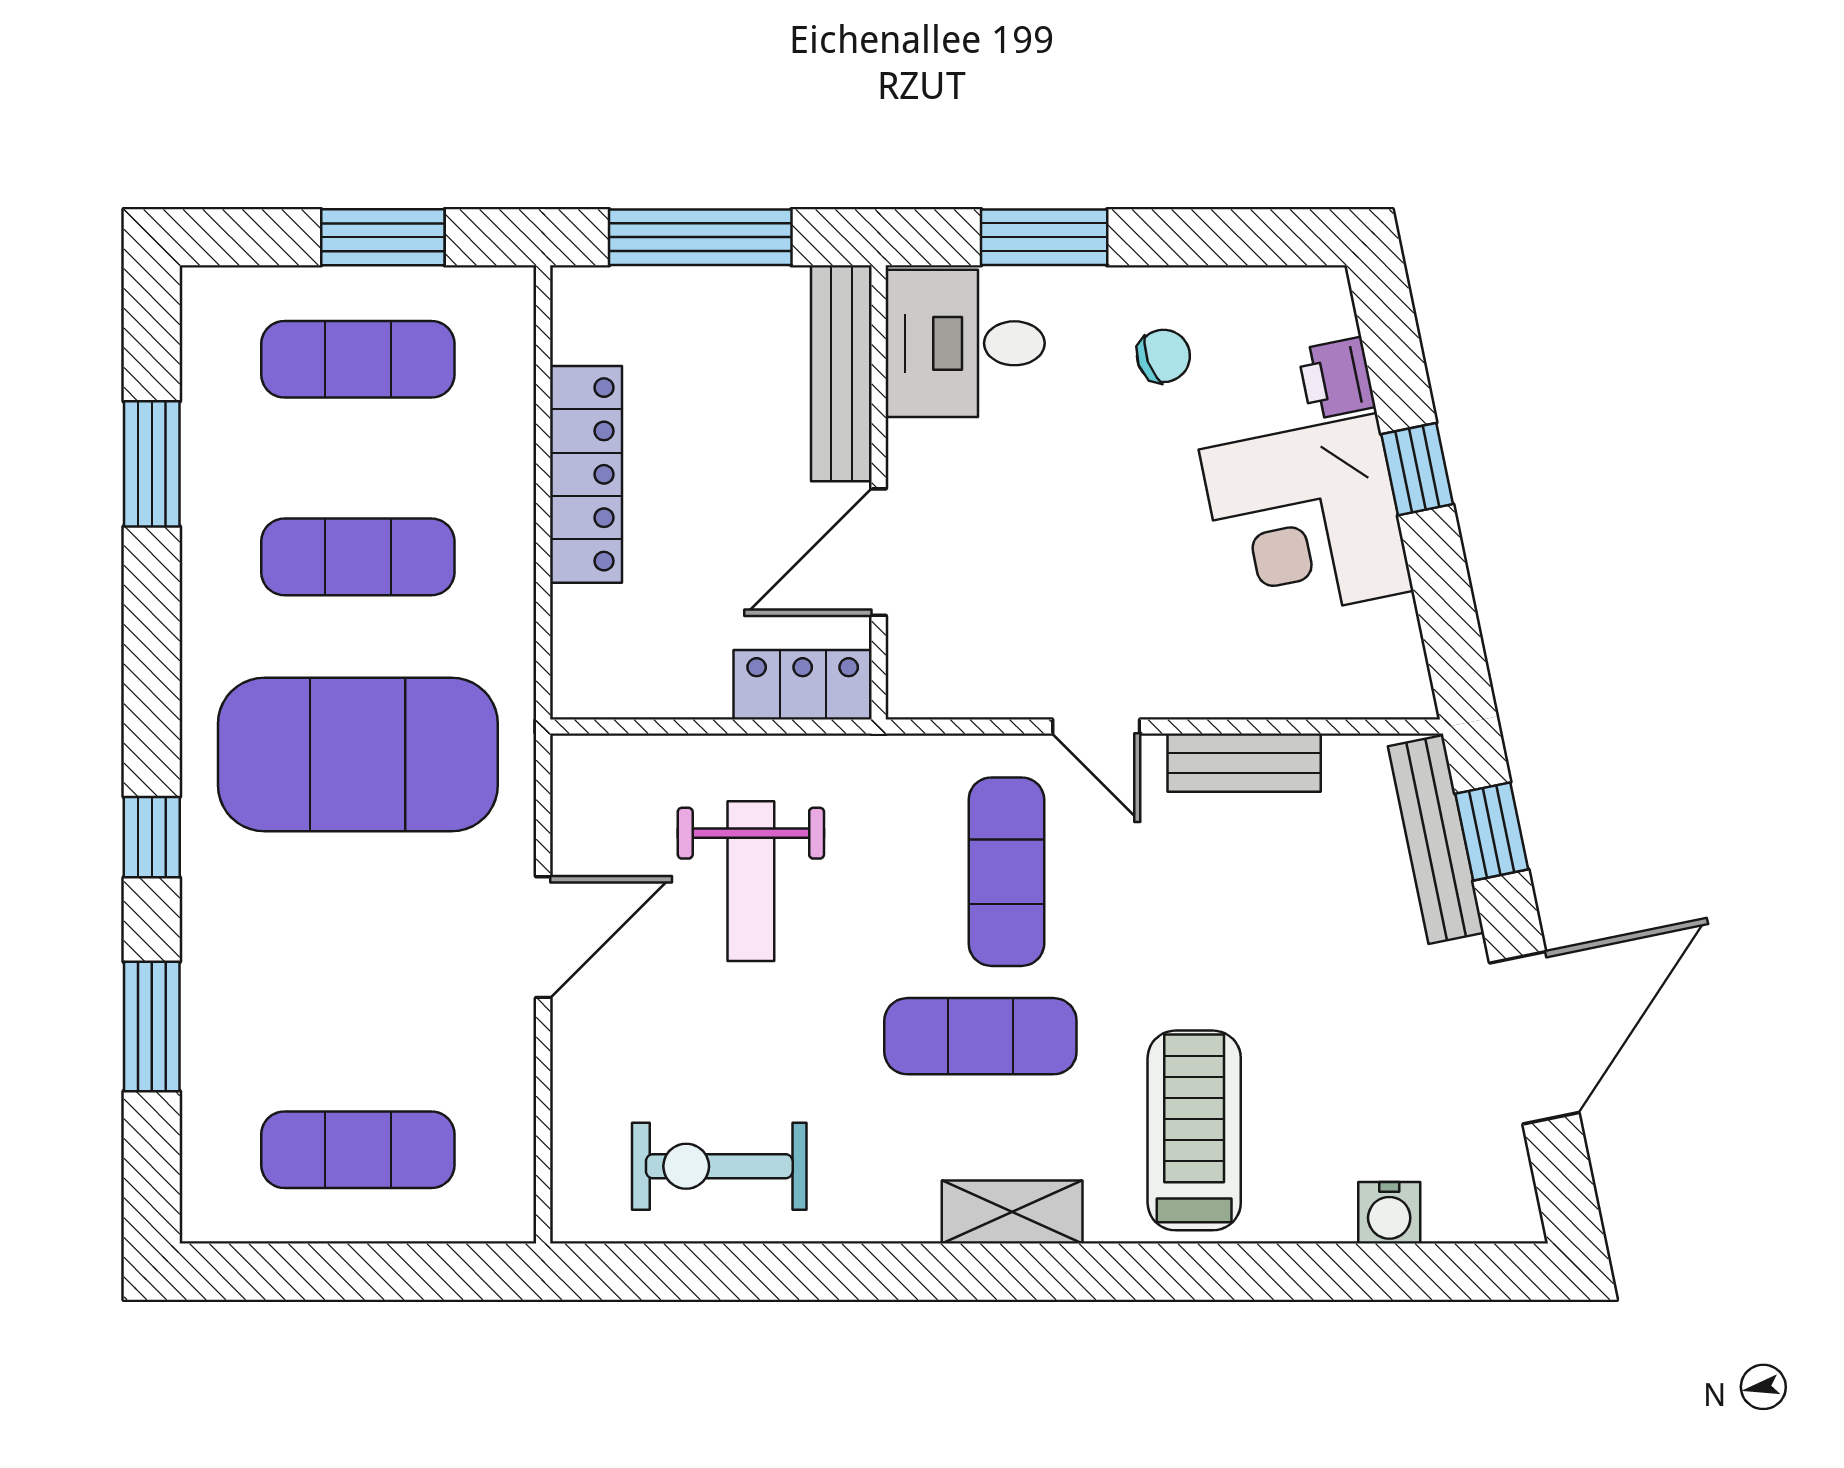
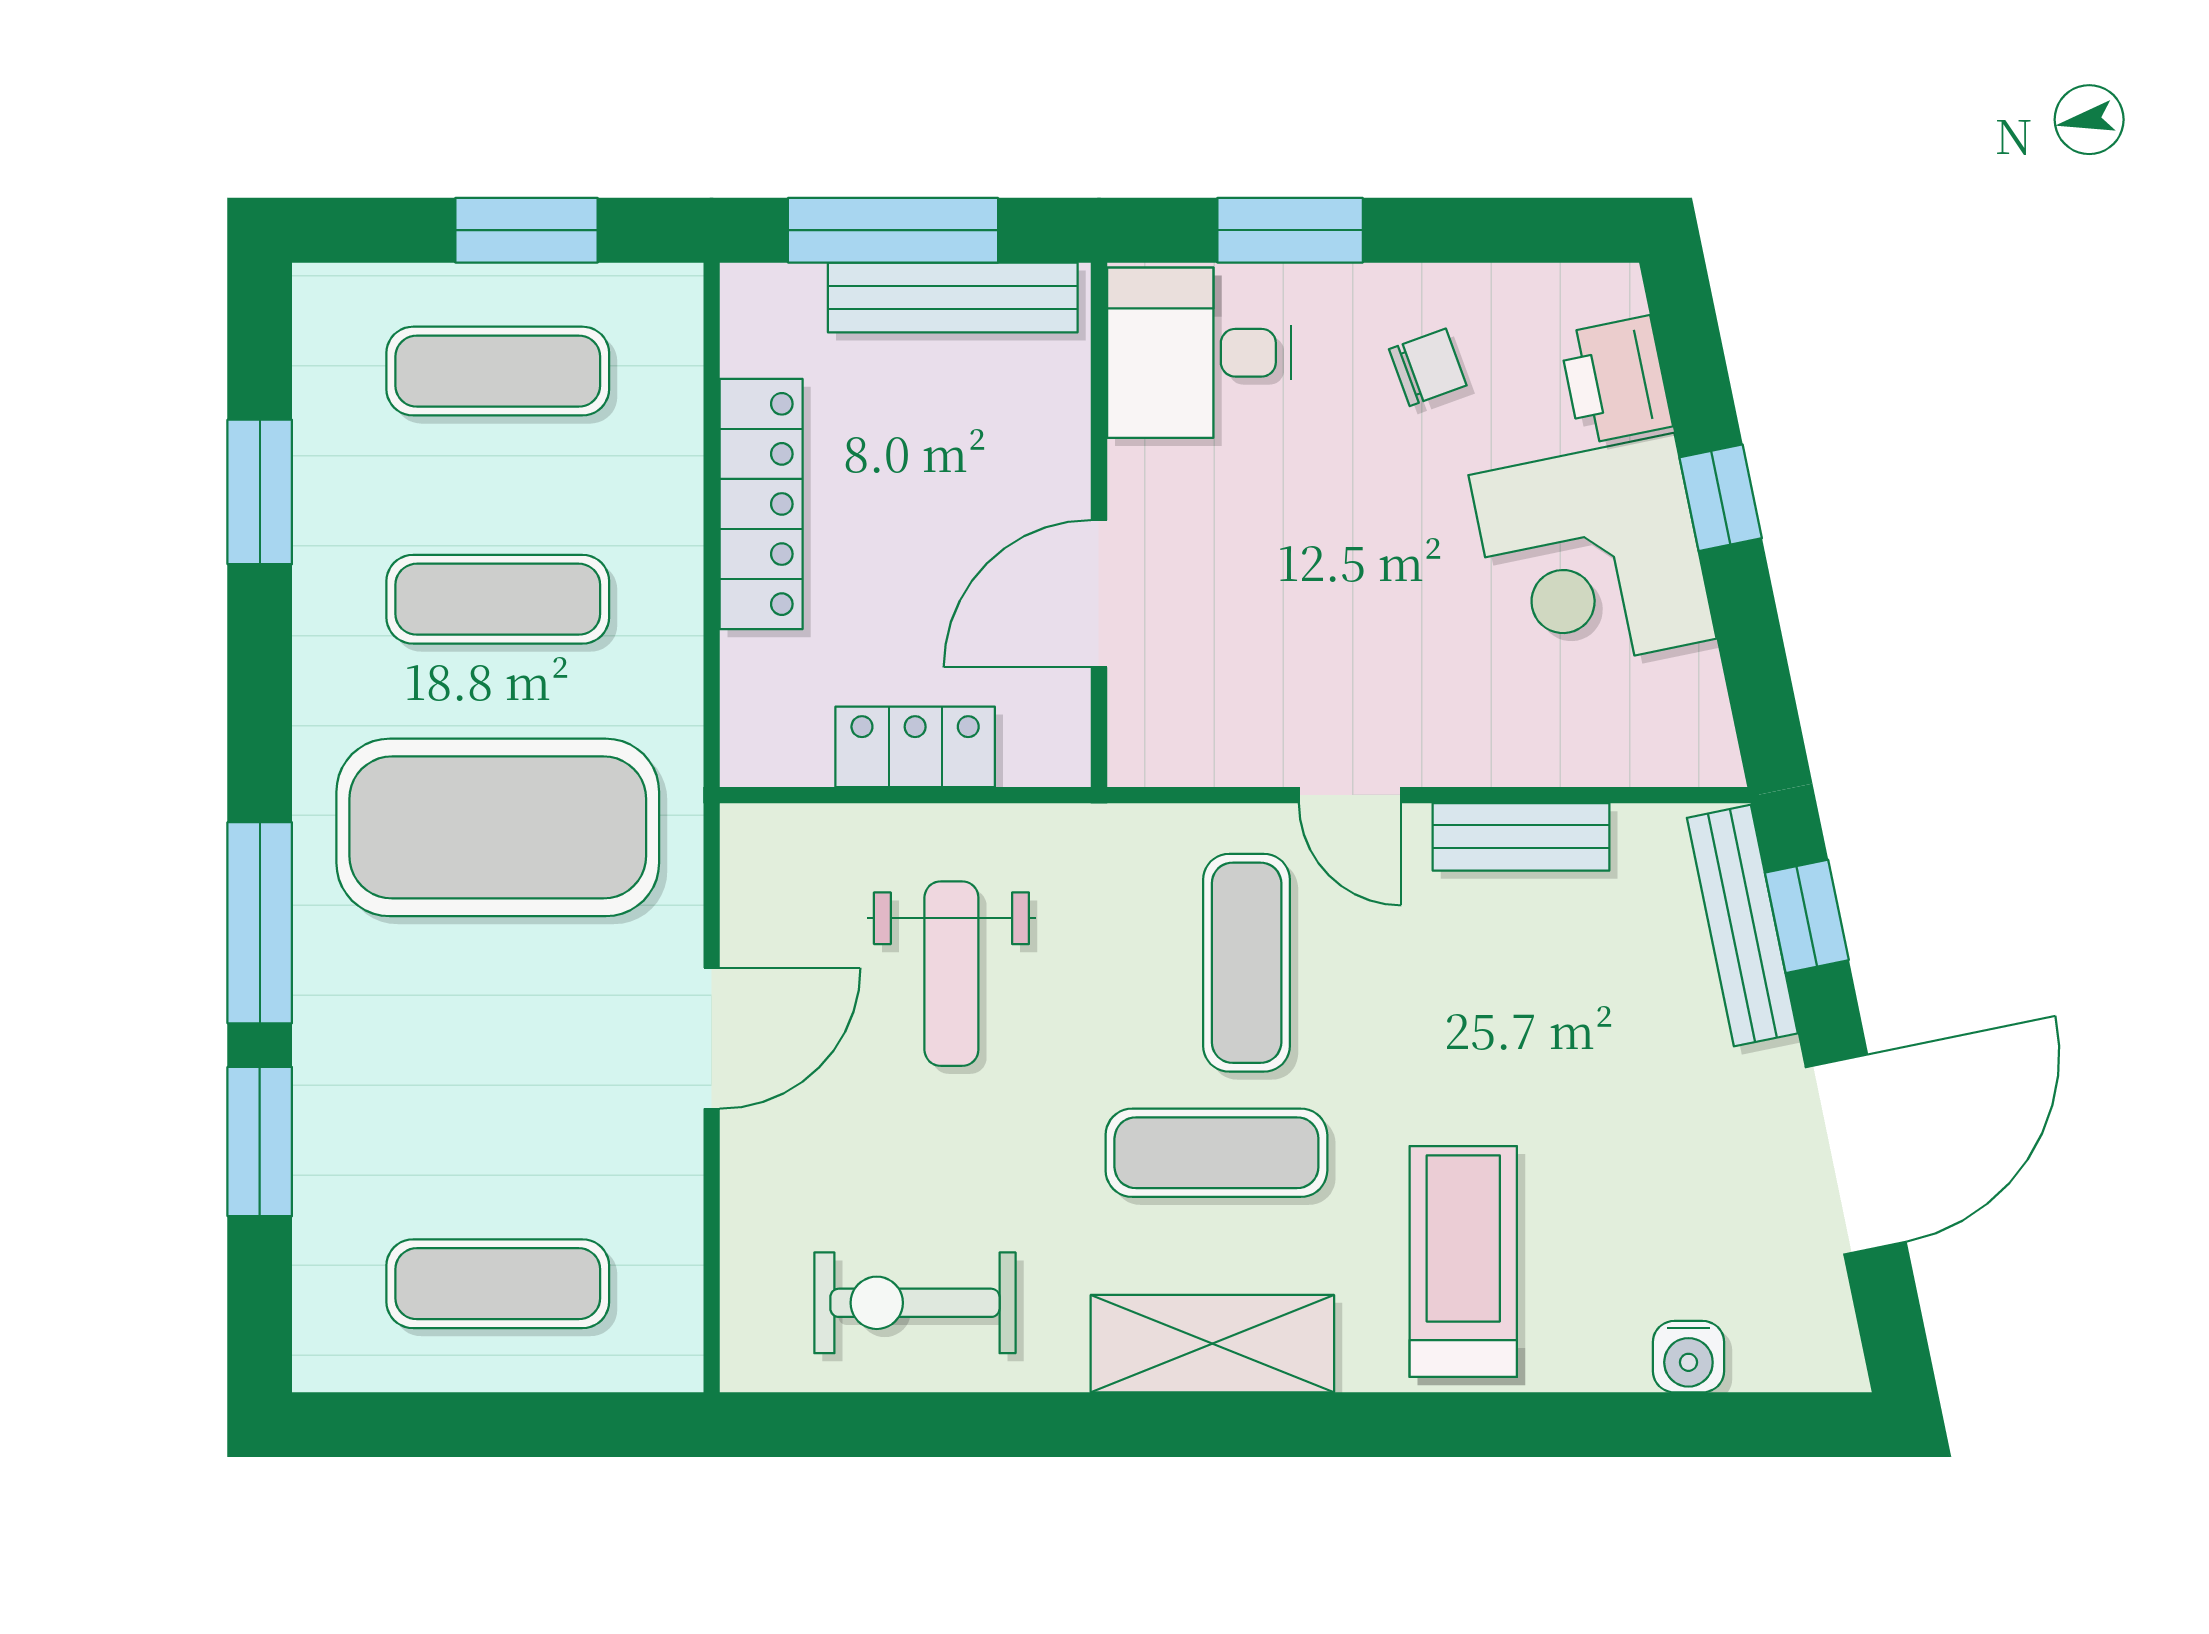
bench: (841, 373) -> (953, 297), moved, turned 90
printer: (1336, 378) -> (1616, 380), width x1.36, depth x1.24
locker: (803, 685) -> (915, 747), moved
window: (152, 837) -> (260, 923), width x2.17
shelving: (1012, 1212) -> (1212, 1344), width x1.50, depth x1.33

